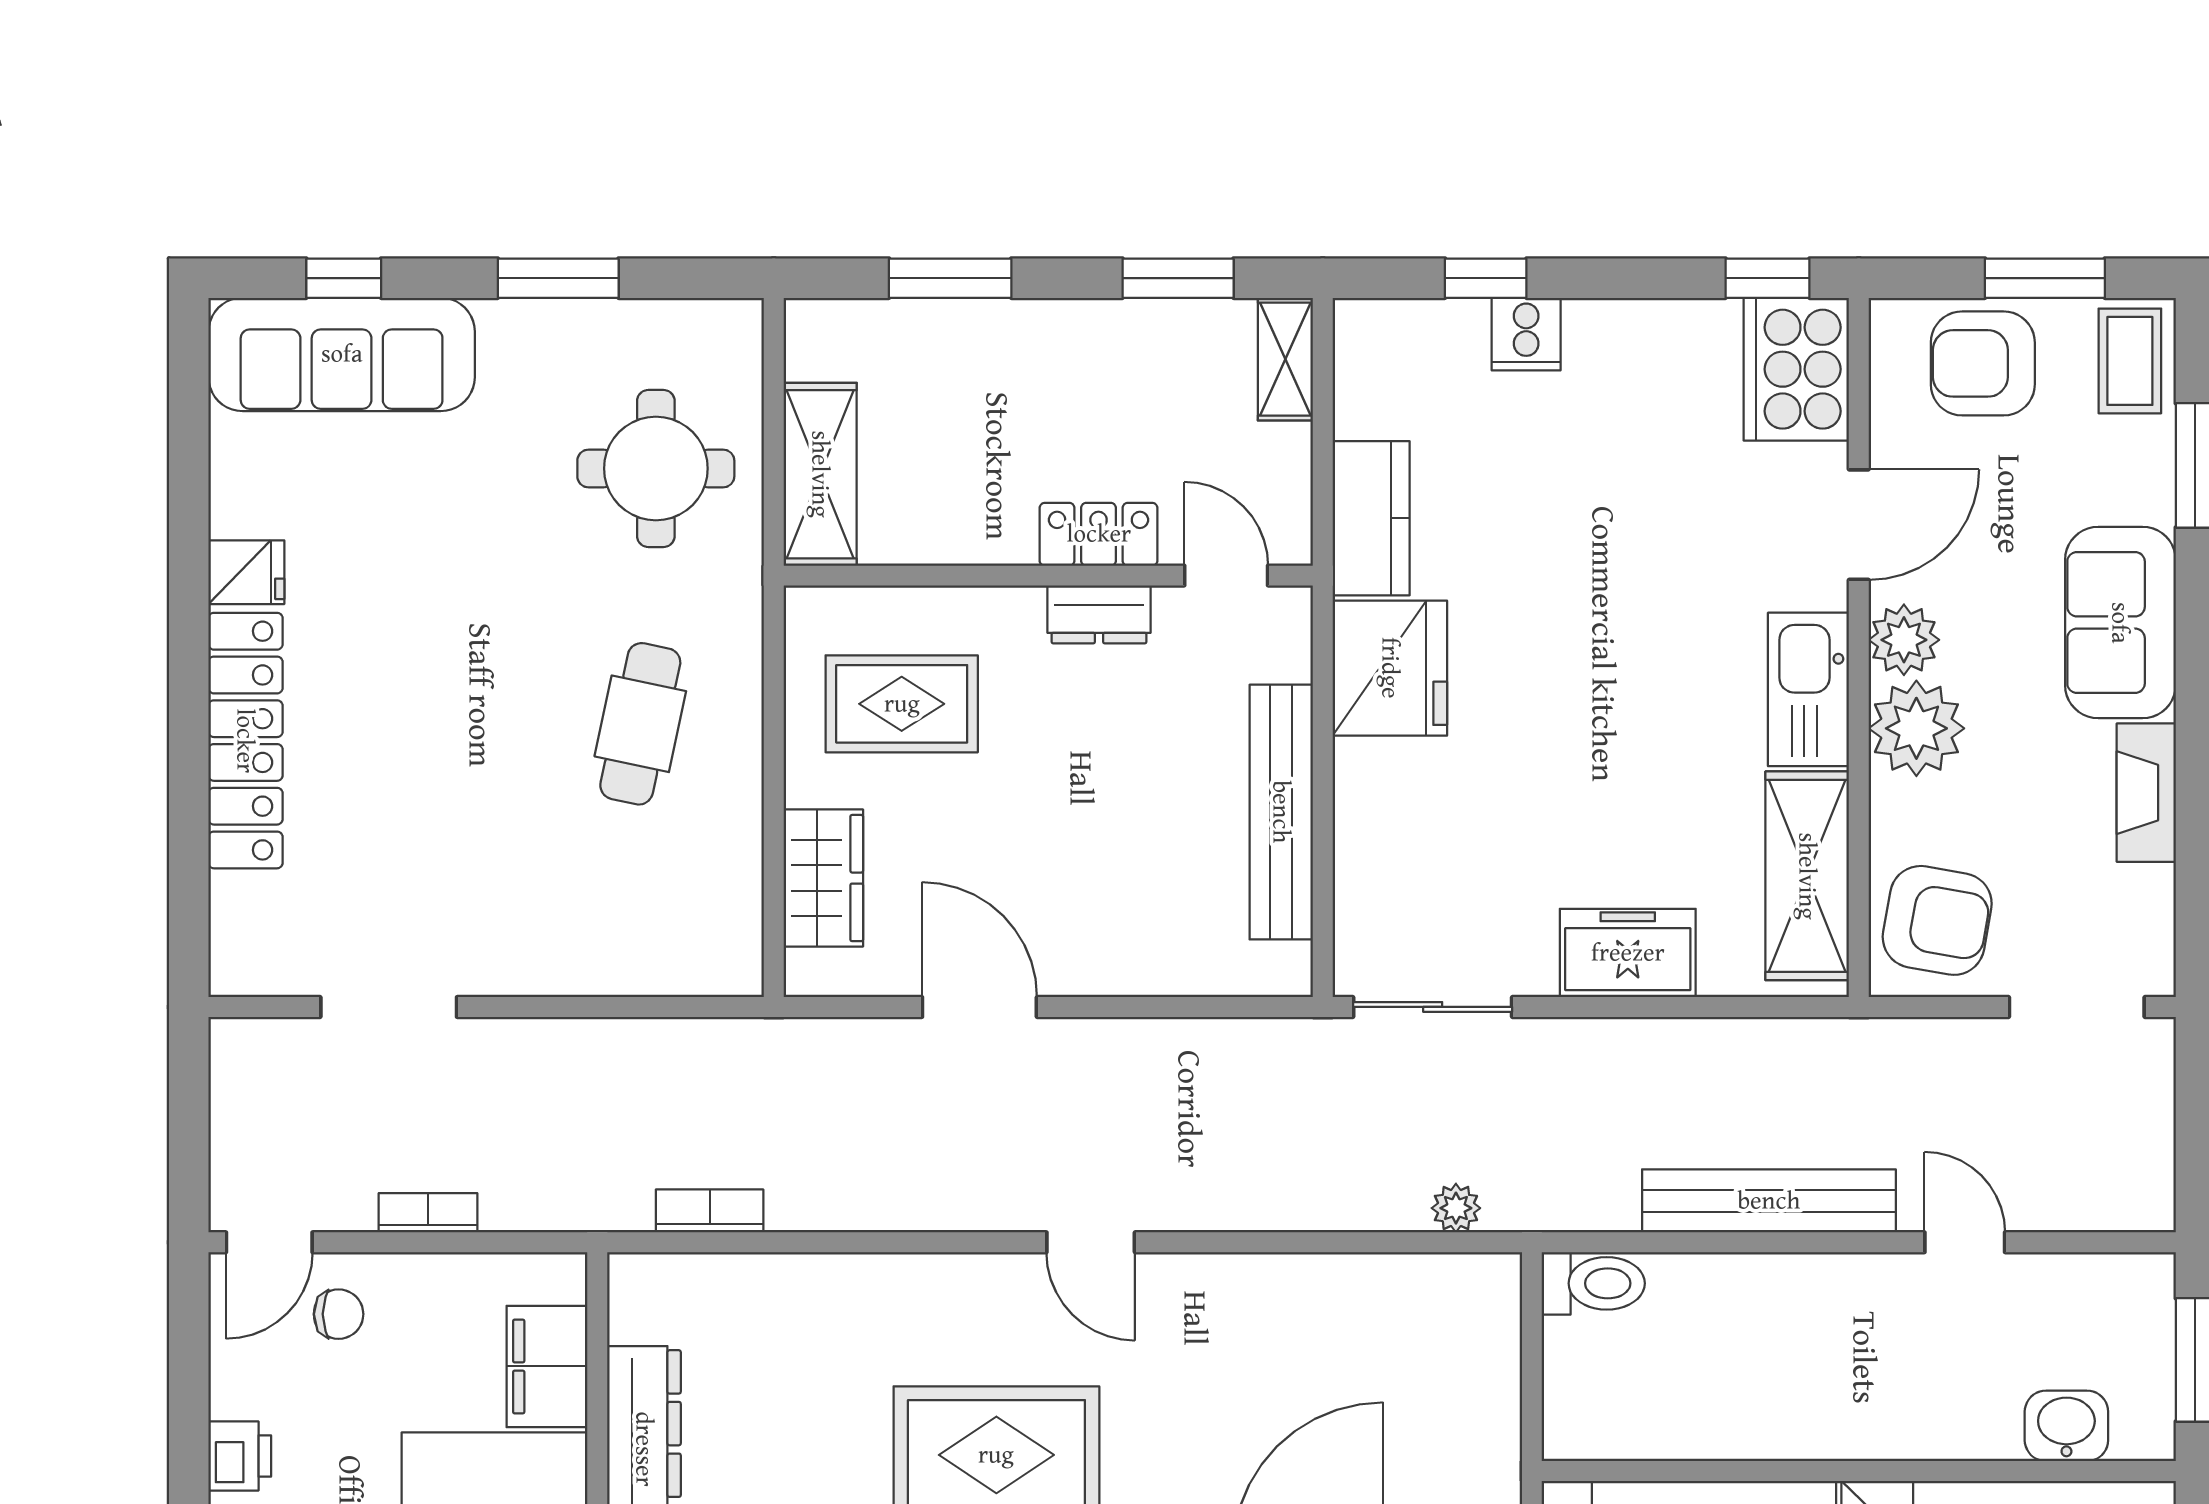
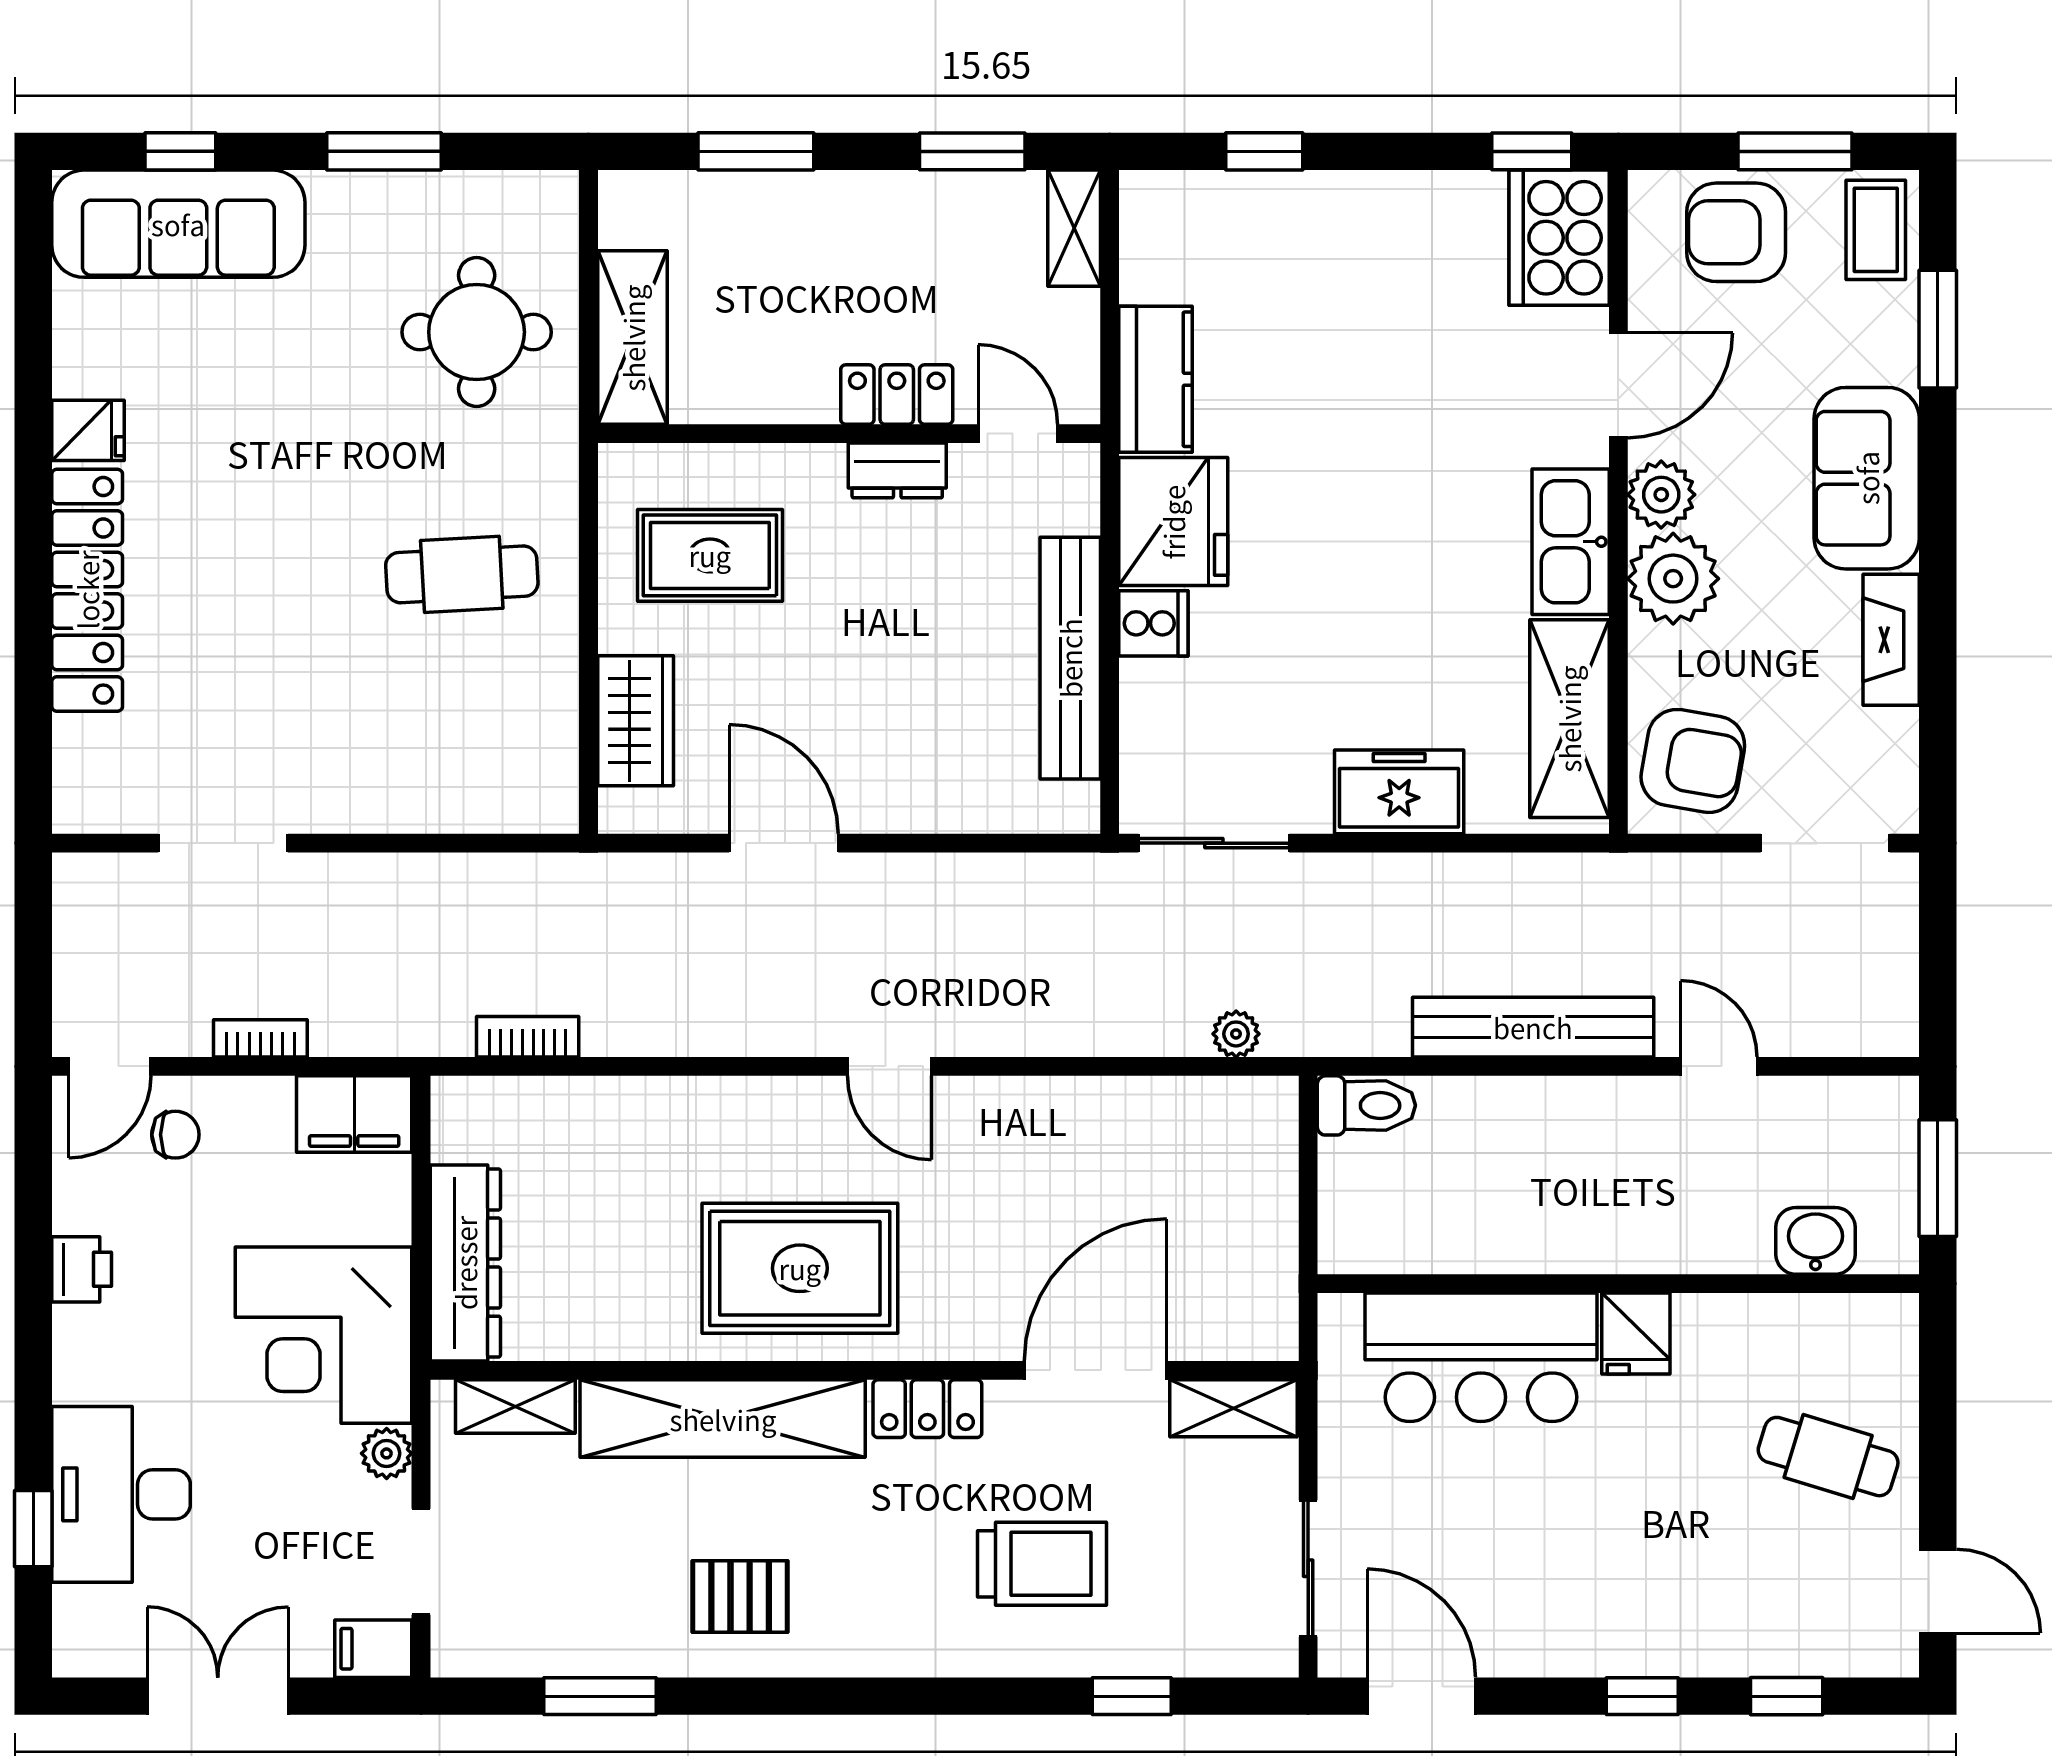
cooker: (1526, 334) -> (1153, 623), moved, turned -90
cafe table: (640, 724) -> (462, 574), turned 75
filing cabinet: (547, 1366) -> (354, 1114), moved, turned -90

